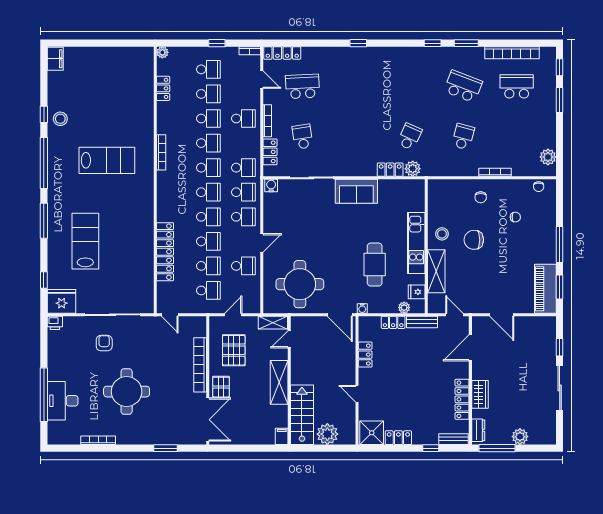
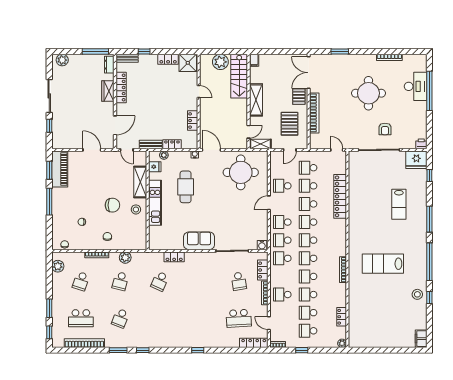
school desk: (463, 86) -> (120, 318), width x0.54
school desk: (517, 137) -> (81, 281), added
plant: (413, 169) -> (125, 258), moved
lab bench: (85, 241) -> (399, 204), width x0.73, depth x0.72
plant: (520, 437) -> (62, 60), moved

